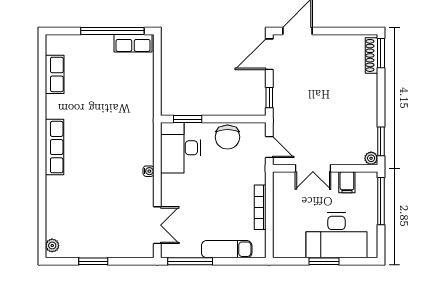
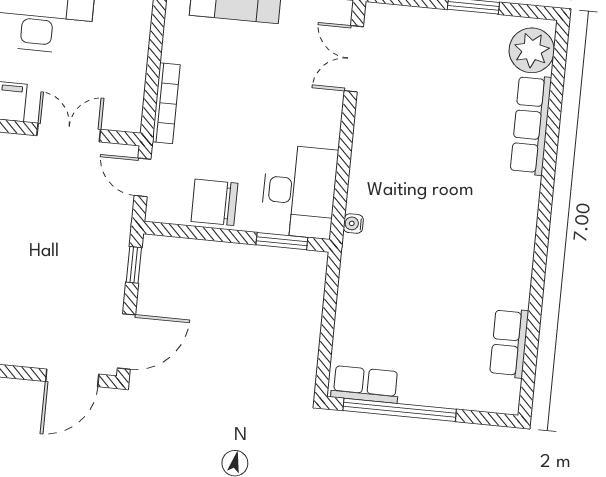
chair: (227, 137) -> (214, 202), turned -90
row of seats: (55, 147) -> (531, 125), moved
water cooler: (149, 171) -> (353, 224), moved
bookcase: (260, 207) -> (166, 103), moved
plant: (52, 245) -> (532, 50), width x1.87, depth x1.87

